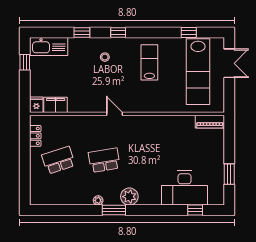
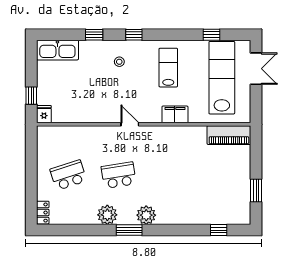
window: (25, 62) -> (31, 96), moved
lab bench: (198, 72) -> (222, 78), turned 180
filing cabinet: (56, 105) -> (175, 114), moved
piano: (210, 122) -> (229, 135), width x1.37, depth x1.33
locker: (35, 136) -> (43, 213), moved
desk: (185, 188) -> (207, 206), removed
plant: (98, 200) -> (107, 215), width x1.88, depth x1.88

